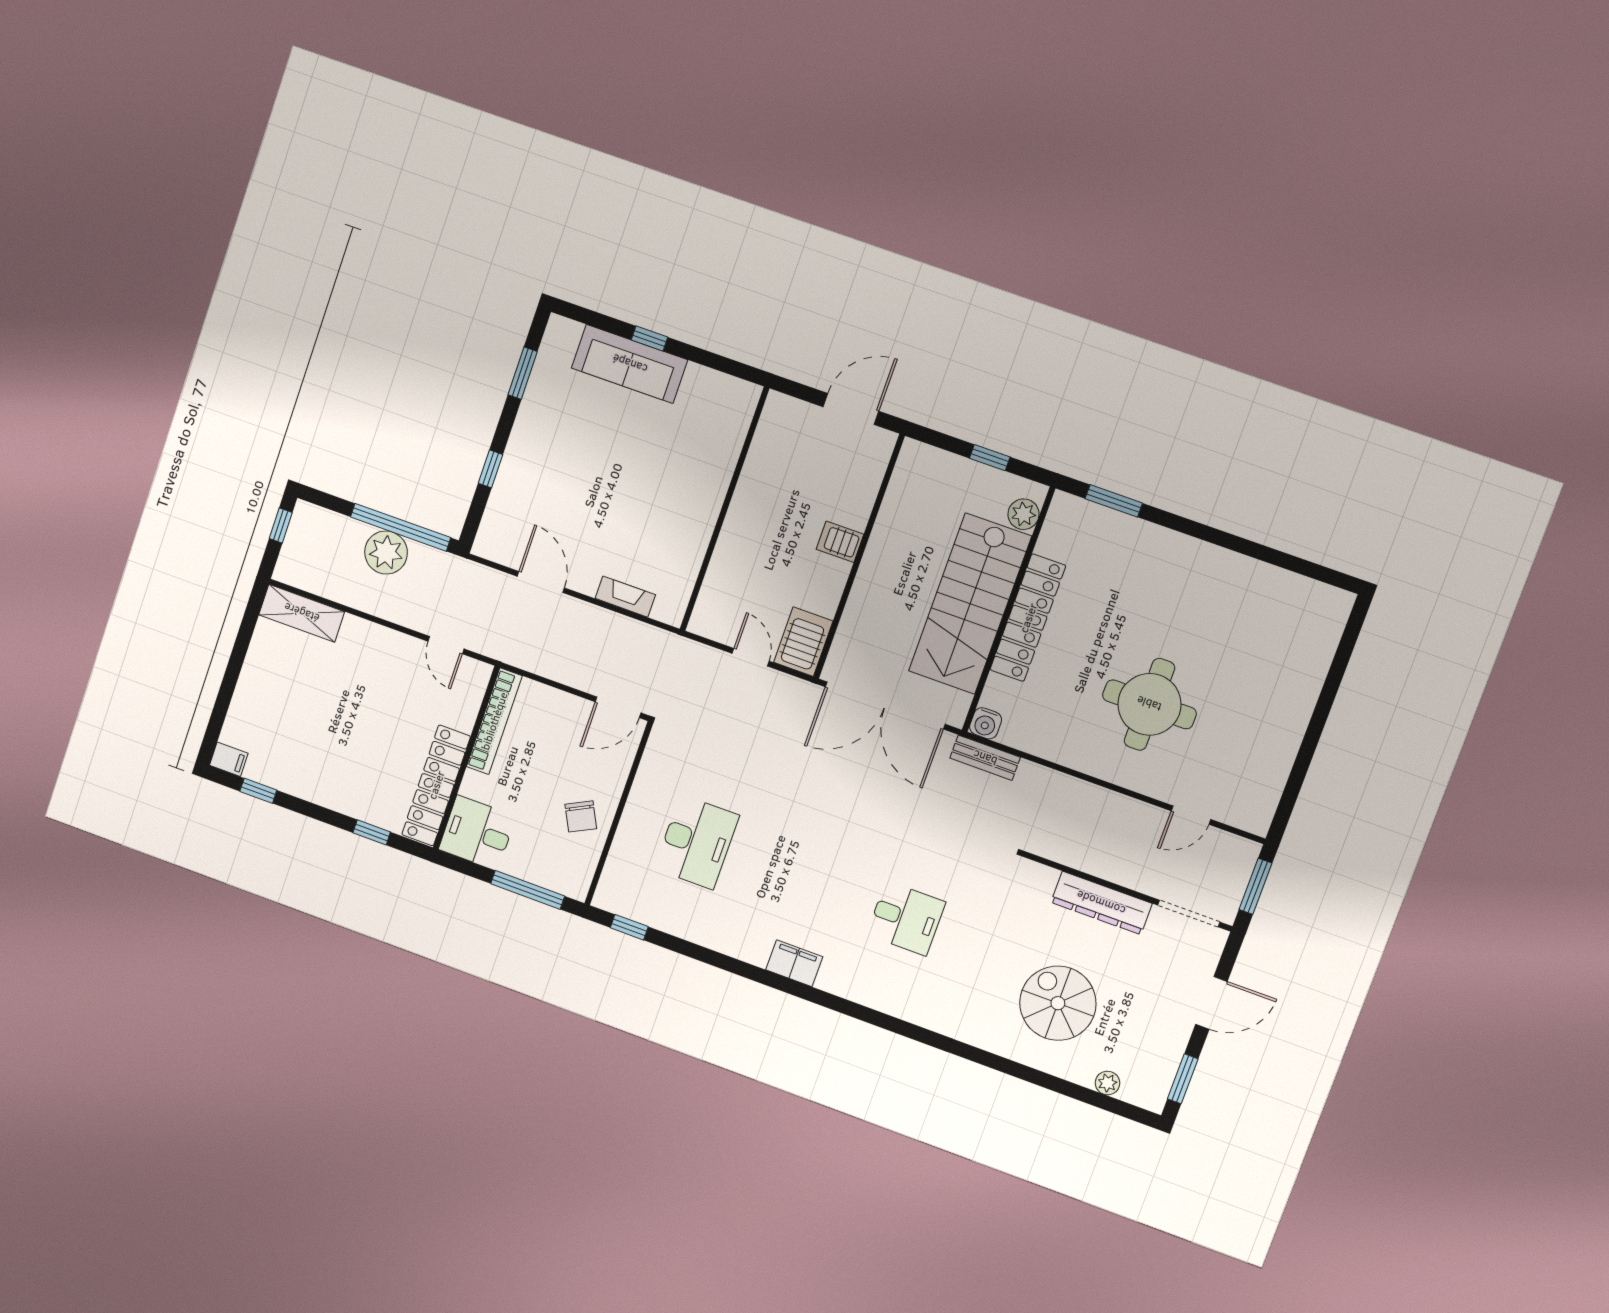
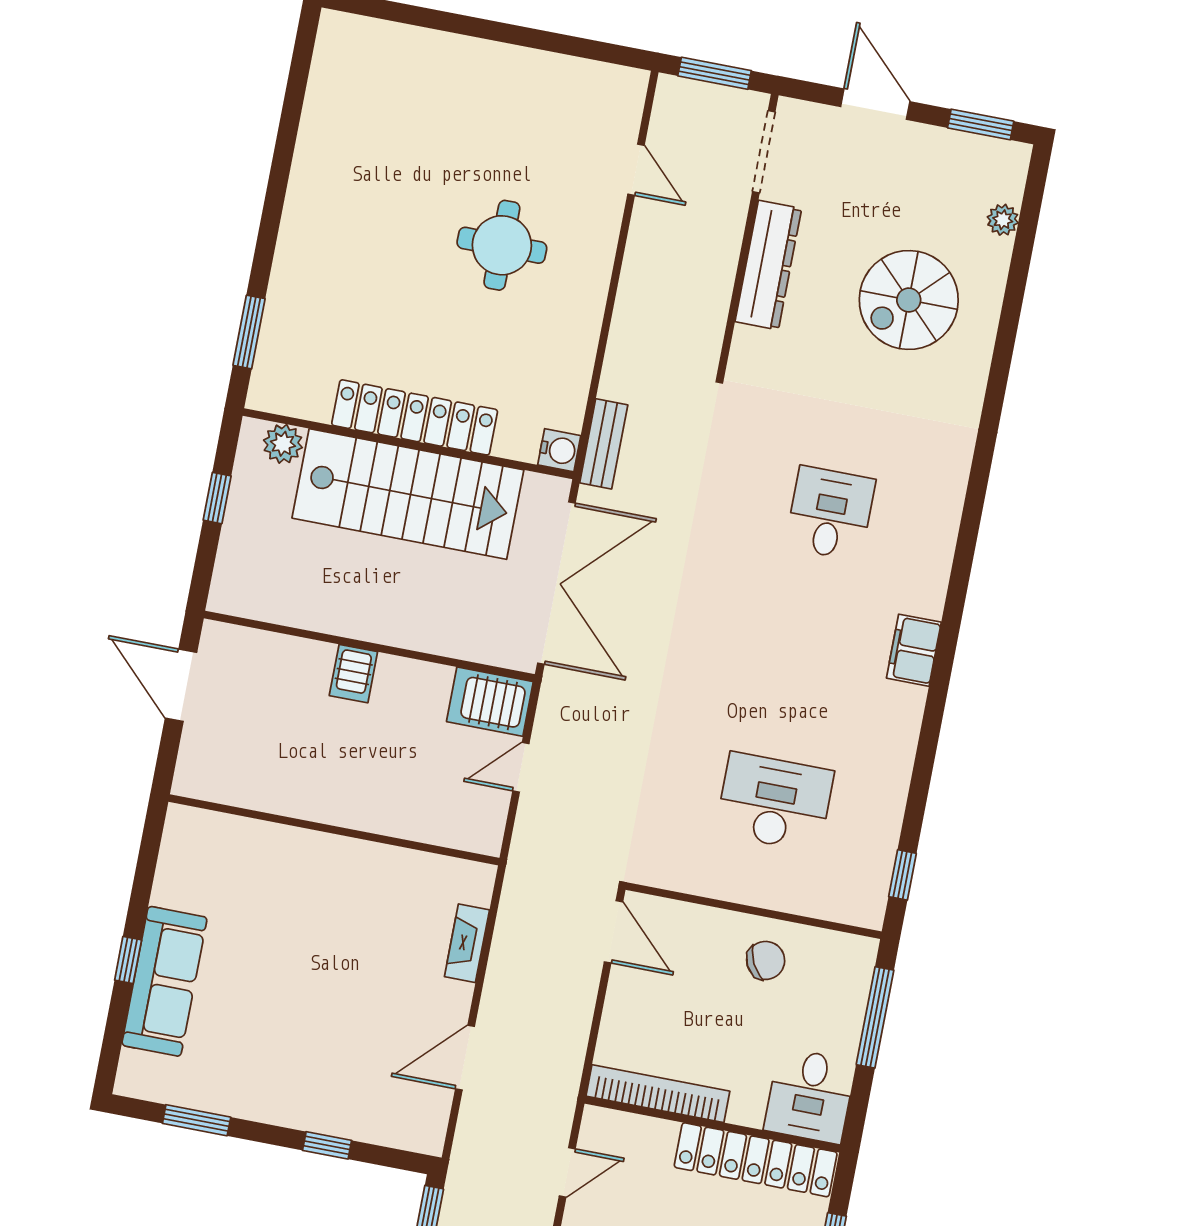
round table: (1149, 704) -> (502, 245), width x0.73, depth x0.73

